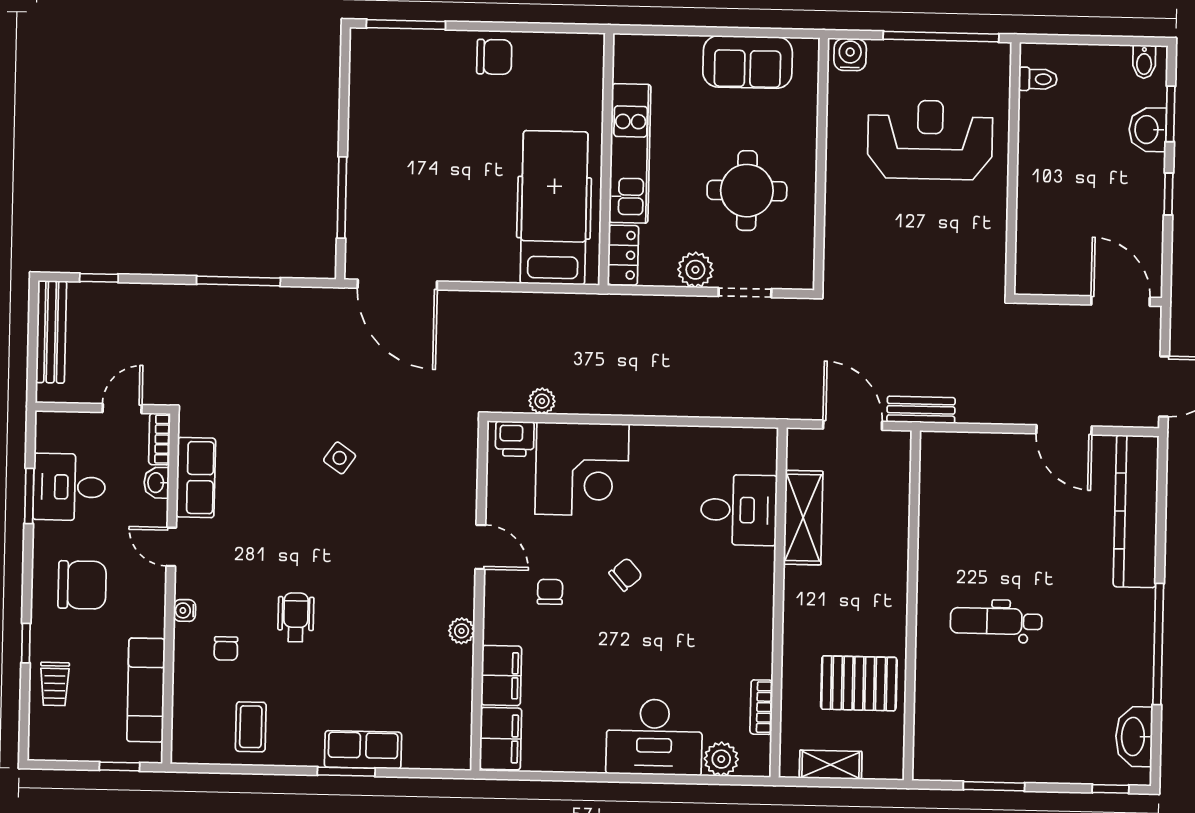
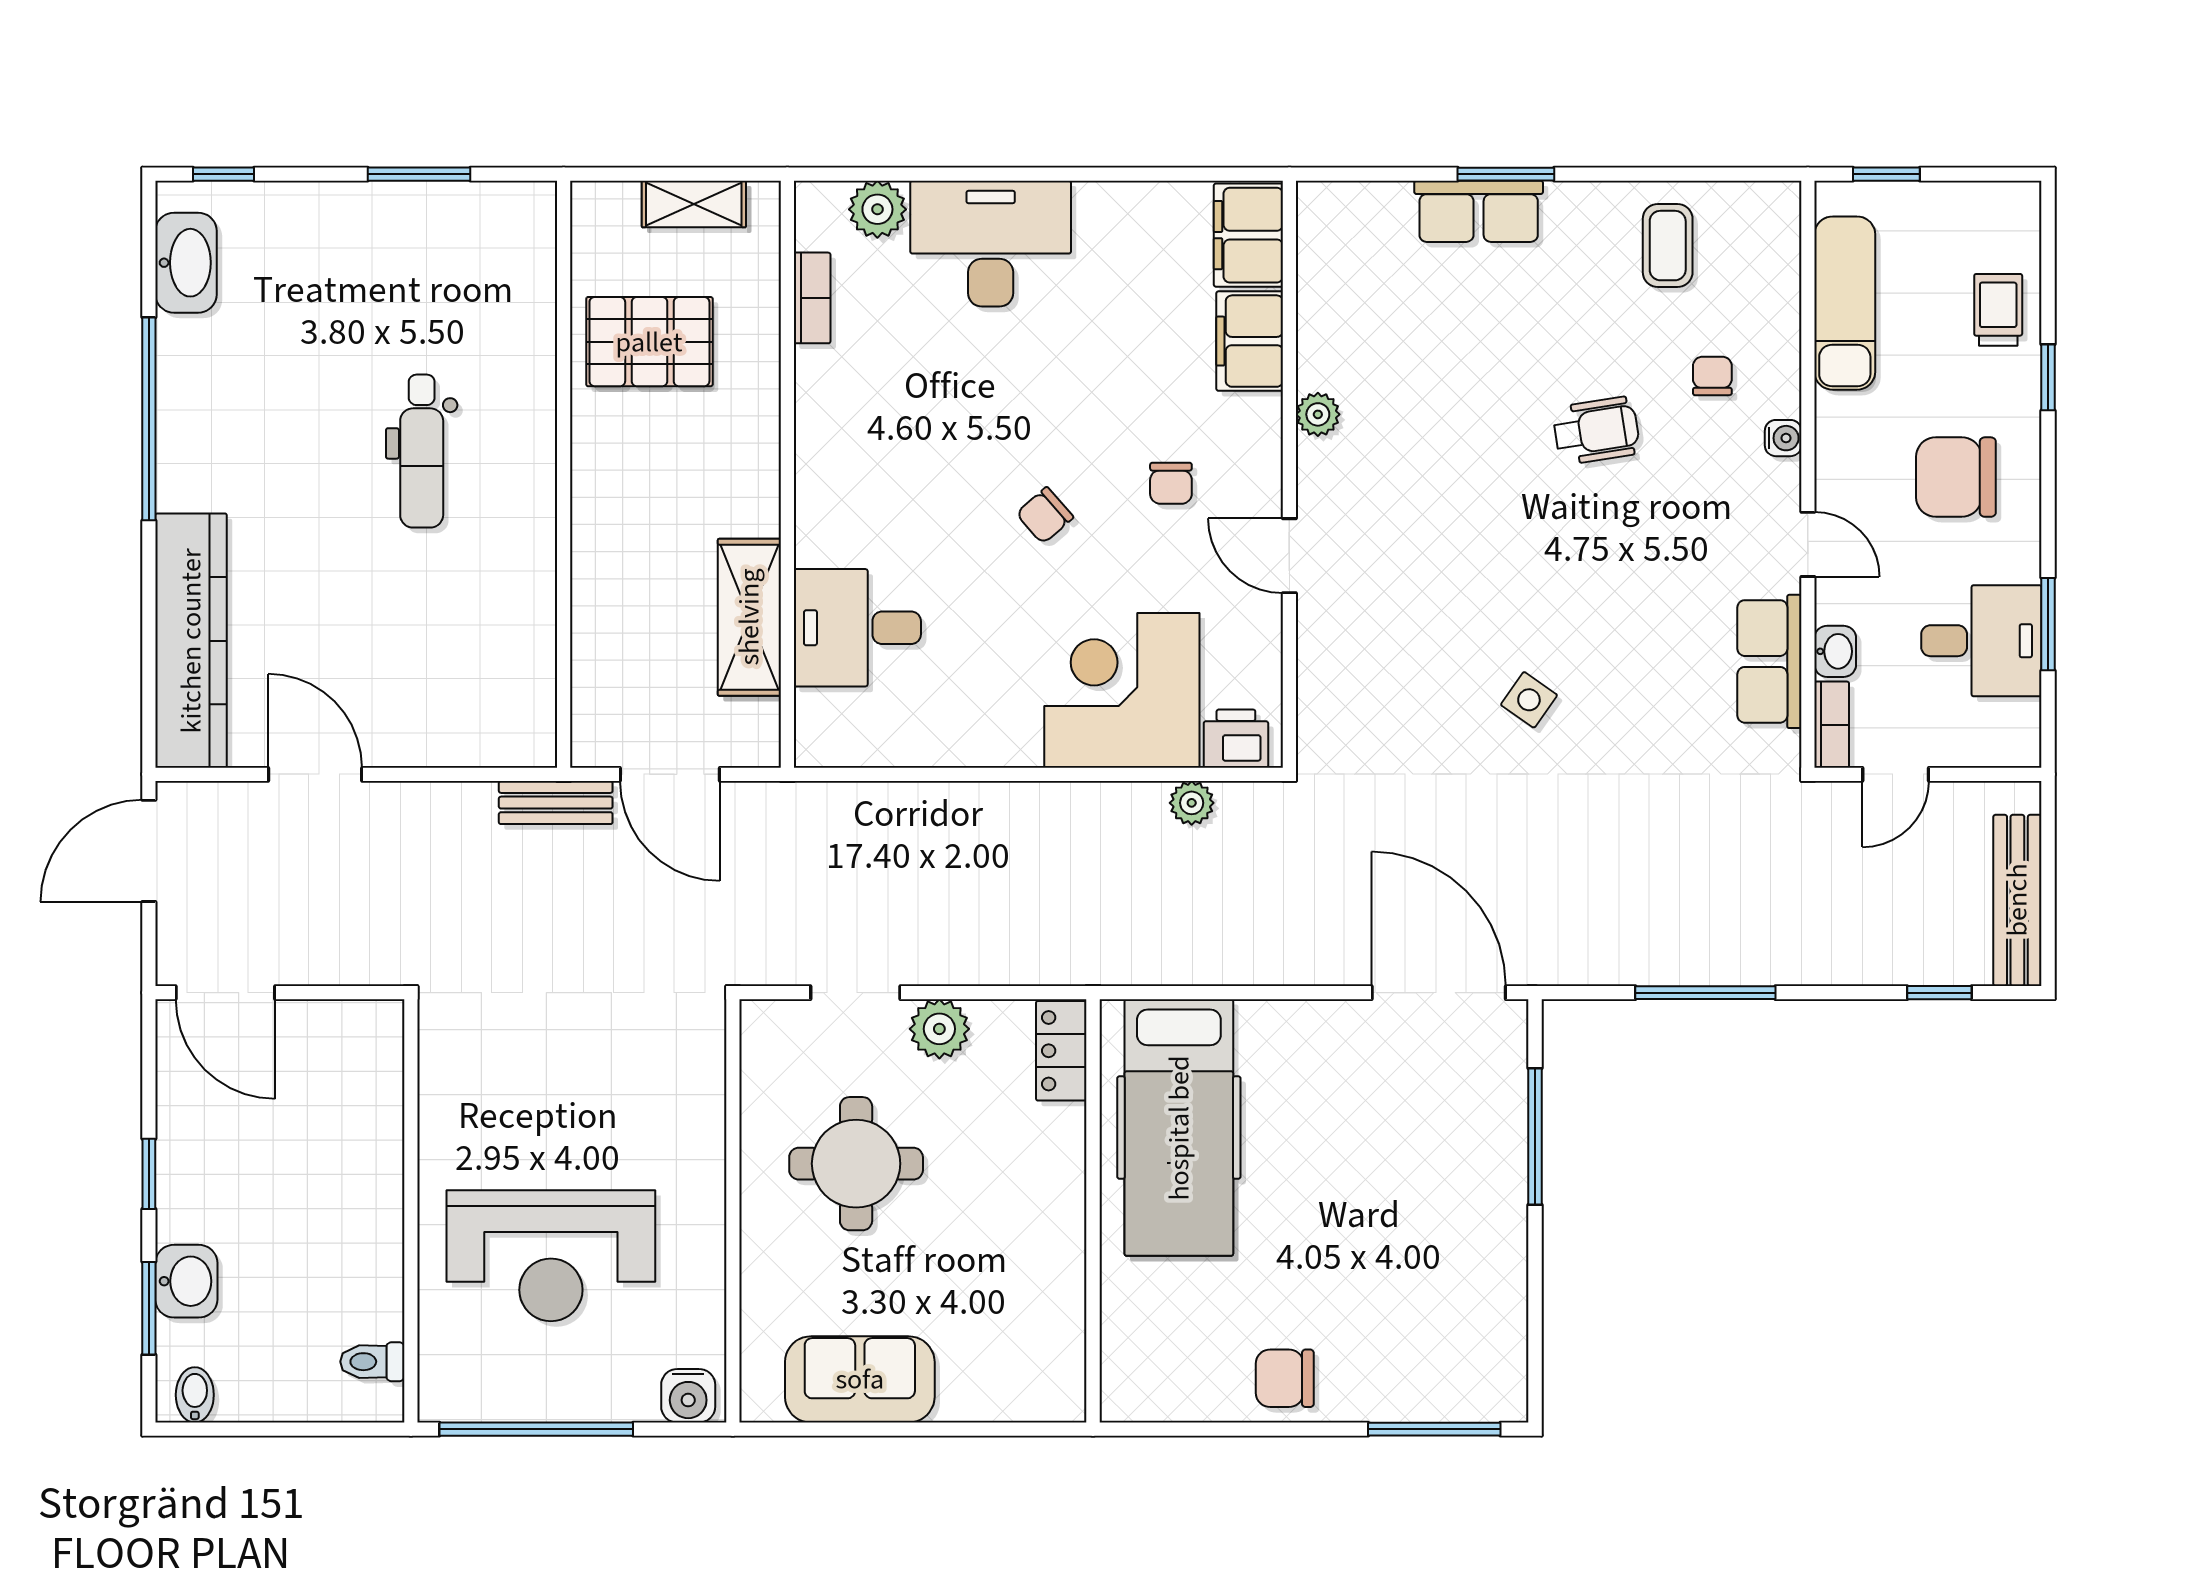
kitchen unit: (630, 153) -> (1054, 1221), removed
wheelchair: (296, 617) -> (1596, 431), turned -99
dental chair: (996, 621) -> (422, 451), turned 90

